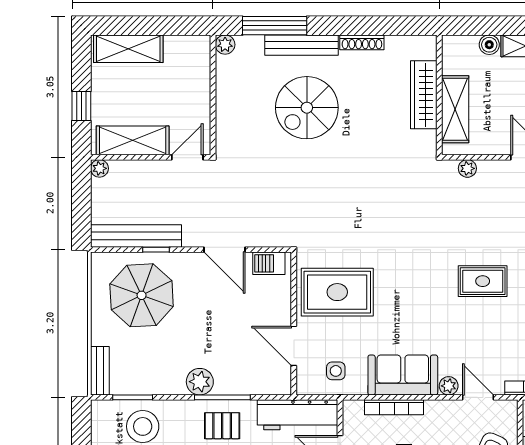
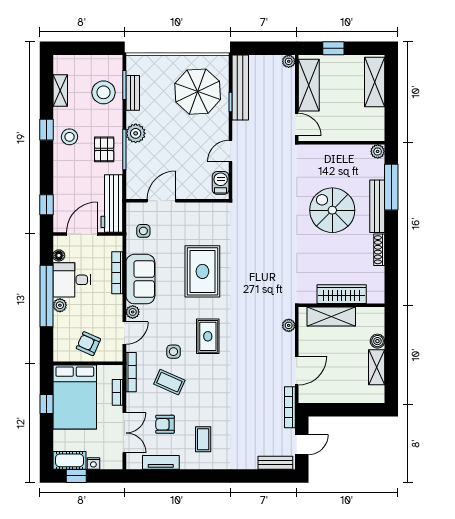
door: (225, 250) -> (230, 151), width x0.73
rug: (337, 292) -> (202, 271), moved
side table: (504, 329) -> (173, 352), added
bench: (100, 371) -> (133, 93), moved, turned 90

